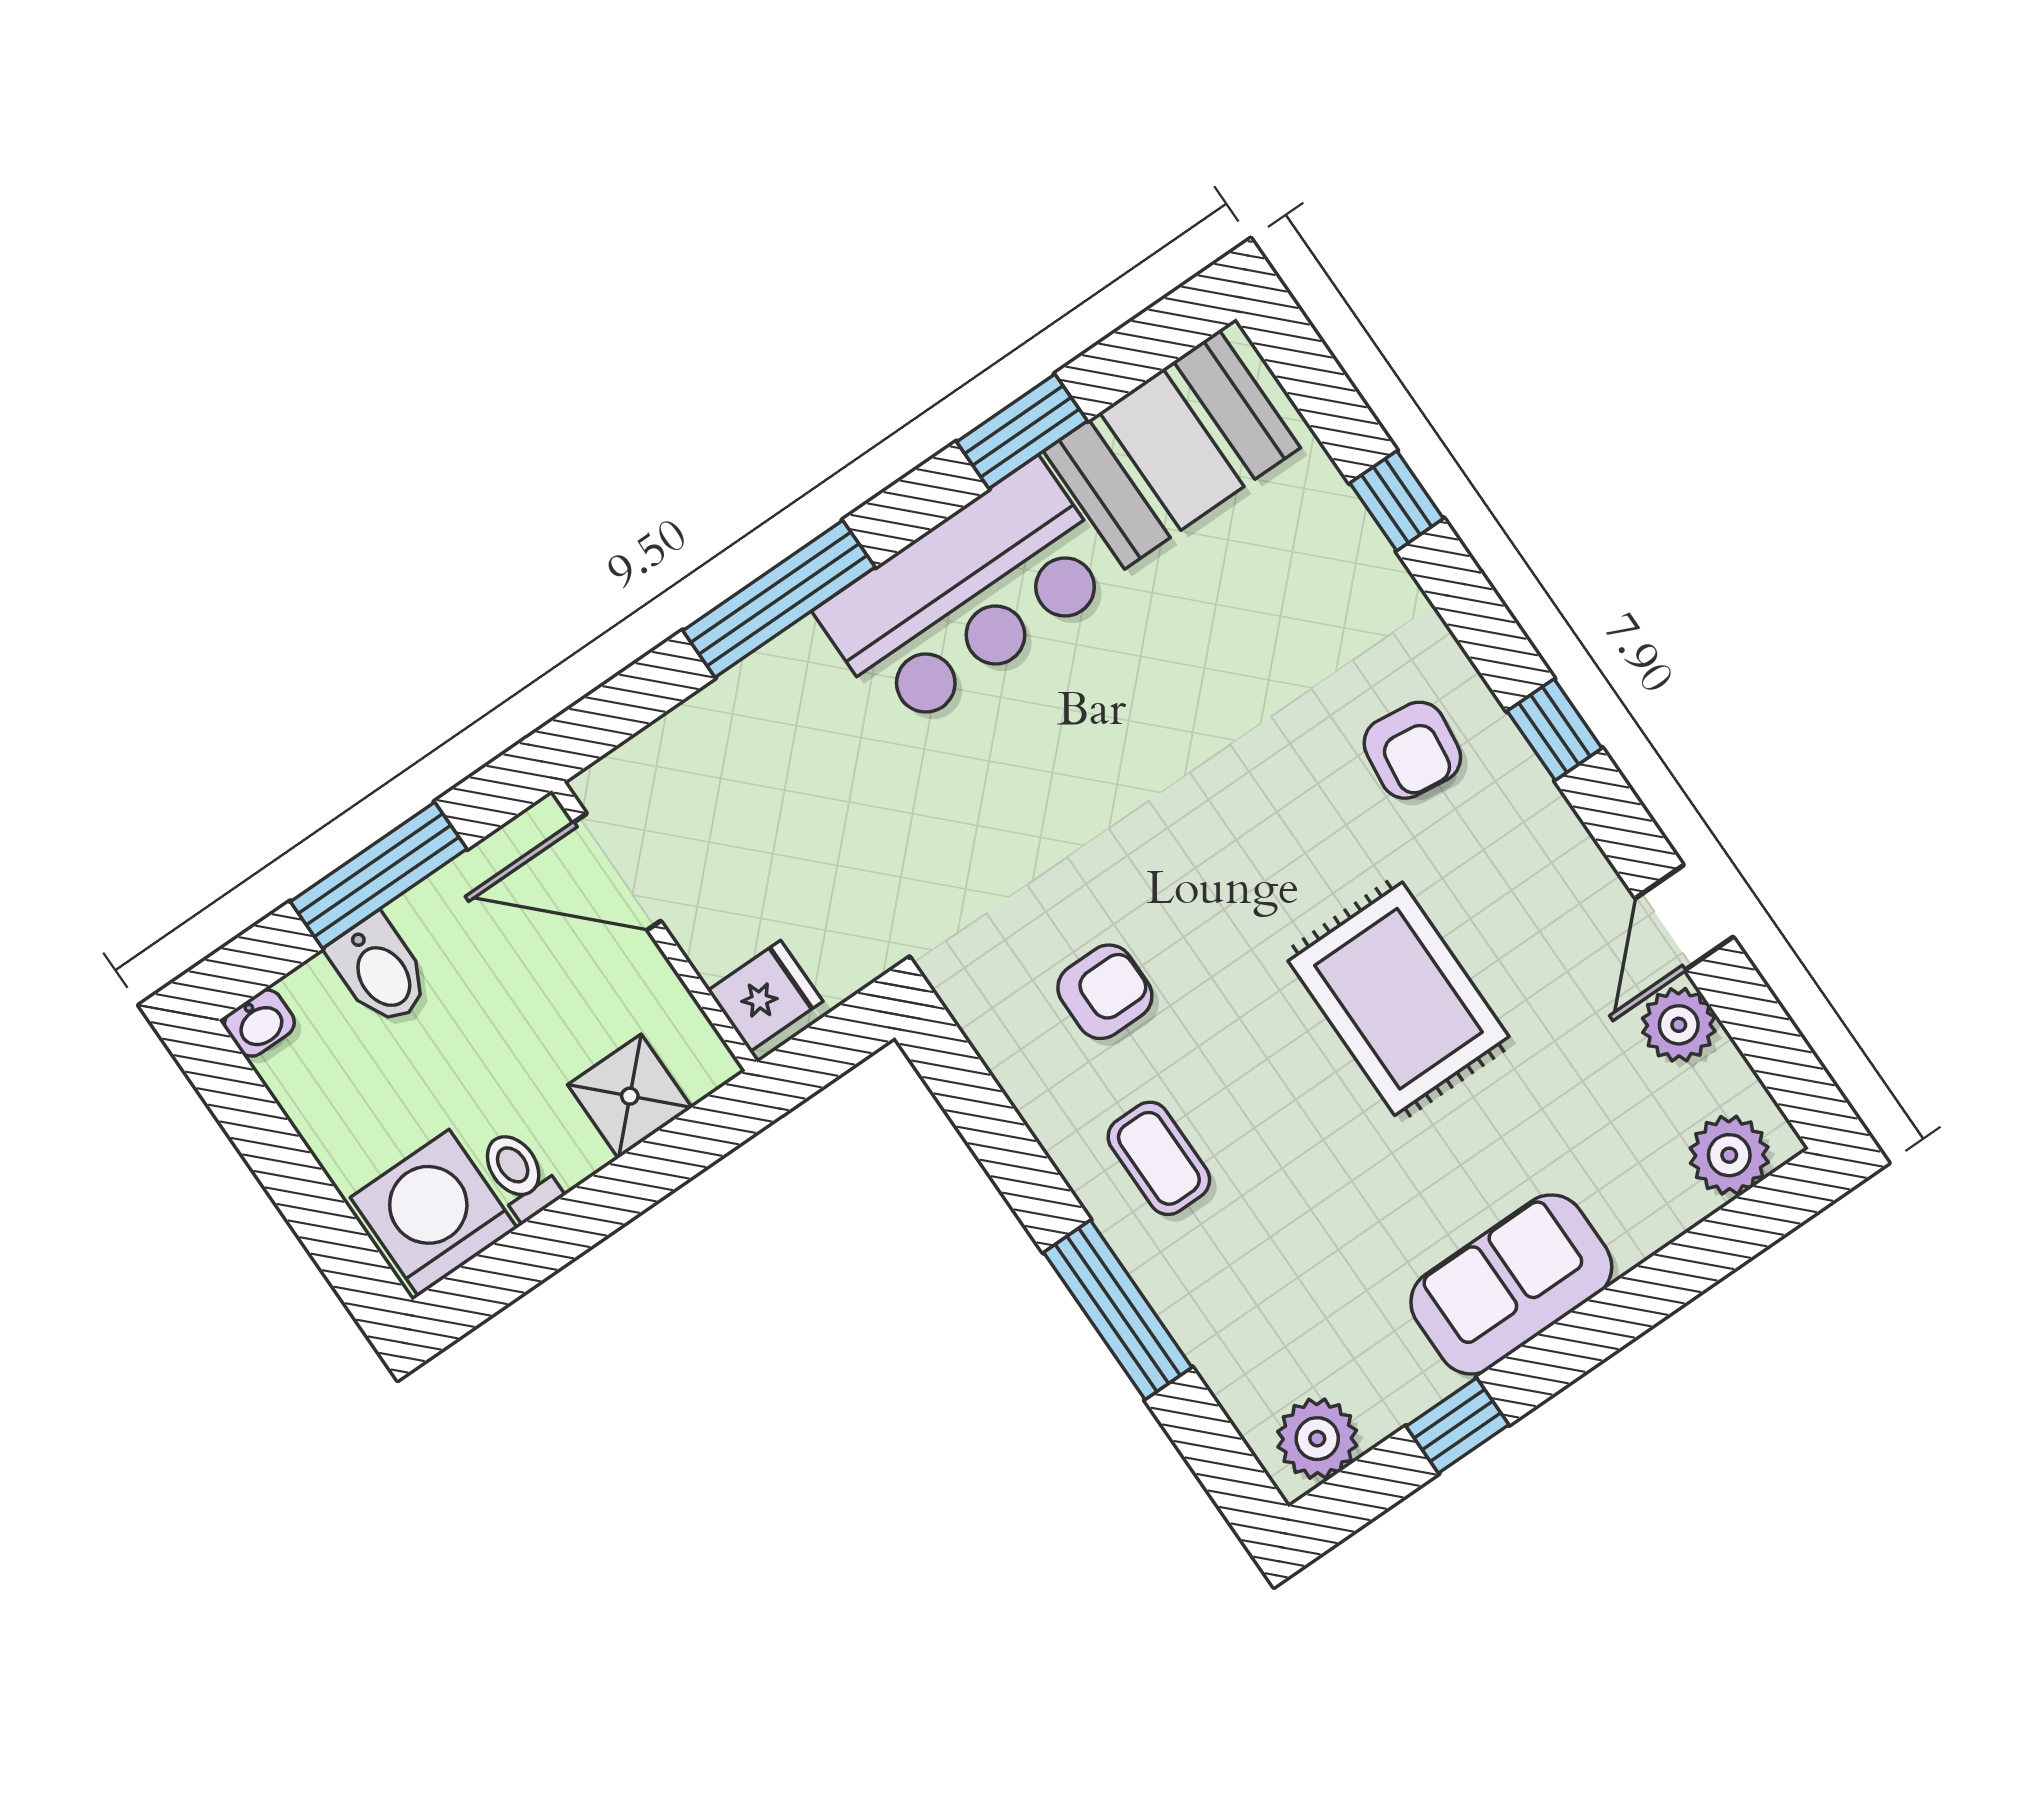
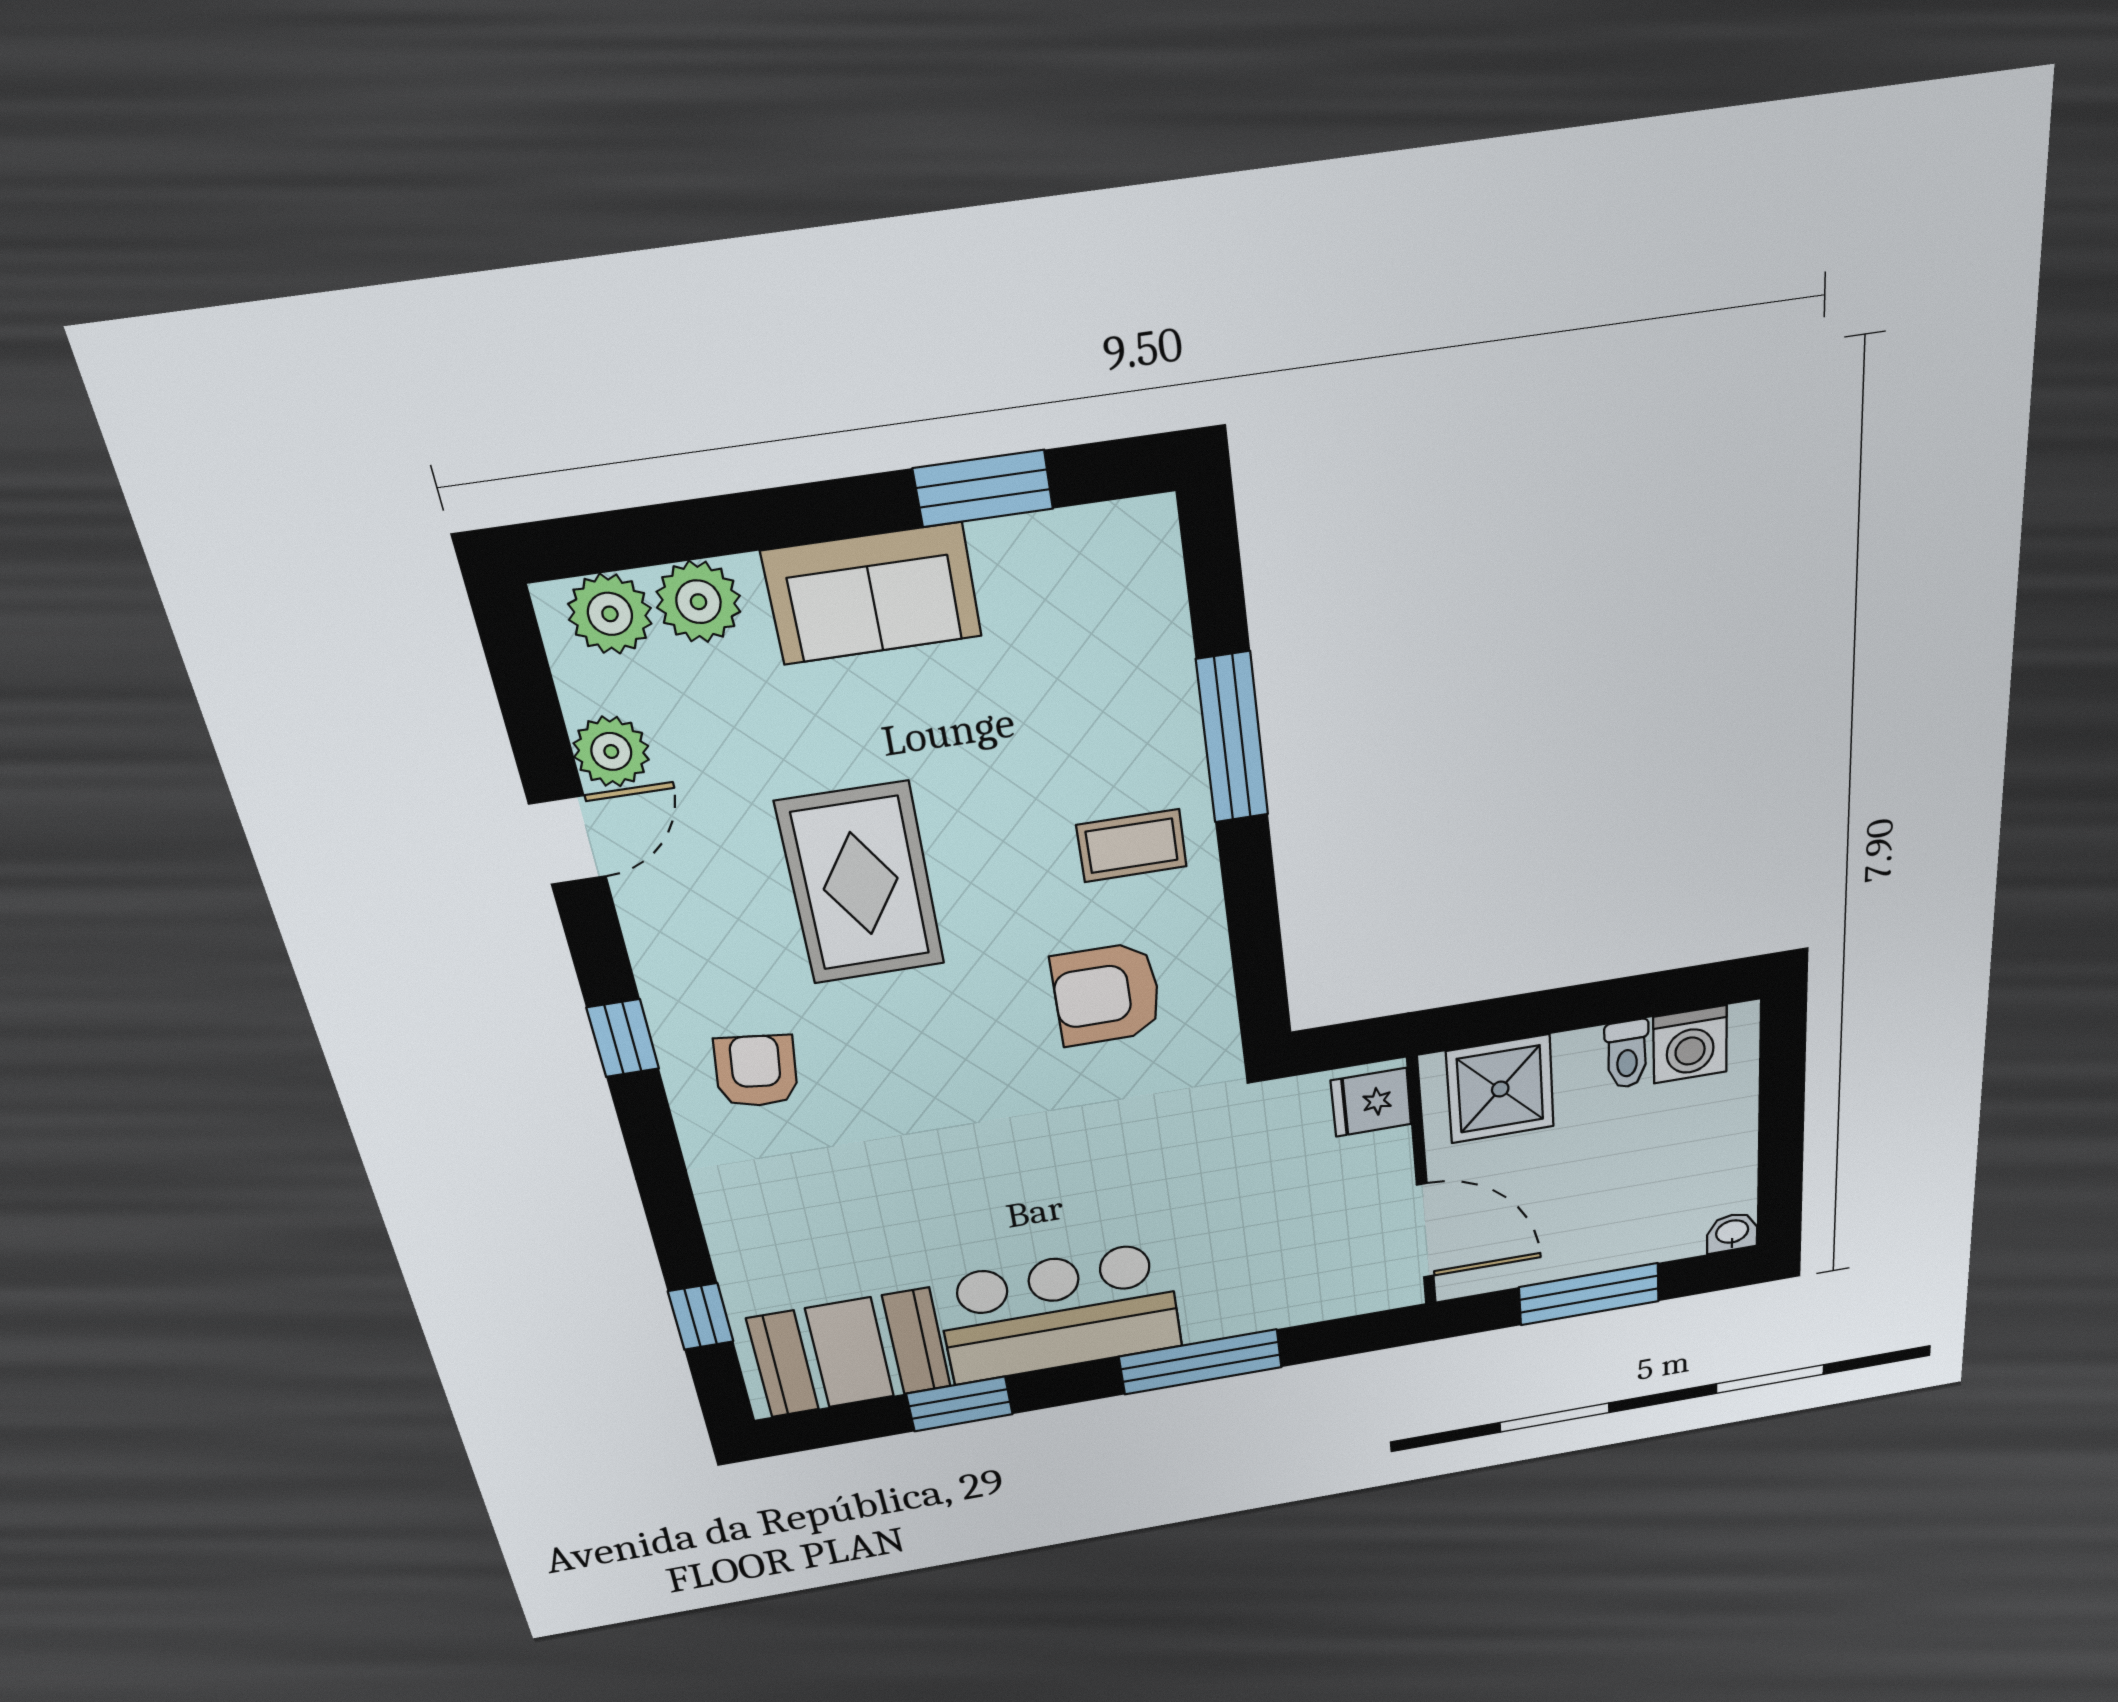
window: (1397, 501) -> (701, 1316), moved
bidet: (380, 971) -> (1630, 1233), removed
armchair: (1105, 992) -> (1107, 994), width x1.38, depth x1.38
shower: (630, 1096) -> (1500, 1089), width x1.36, depth x1.36
coffee table: (1159, 1158) -> (1132, 846), turned 90
washing machine: (434, 1213) -> (1690, 1044), width x0.73, depth x0.73
window: (1457, 1425) -> (983, 489), width x1.50
plant: (1317, 1439) -> (698, 602), moved

